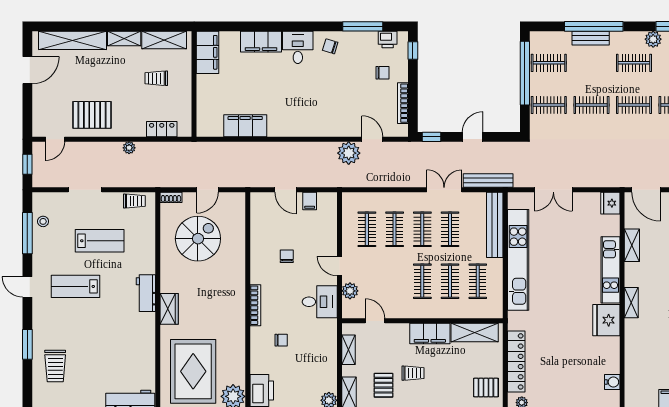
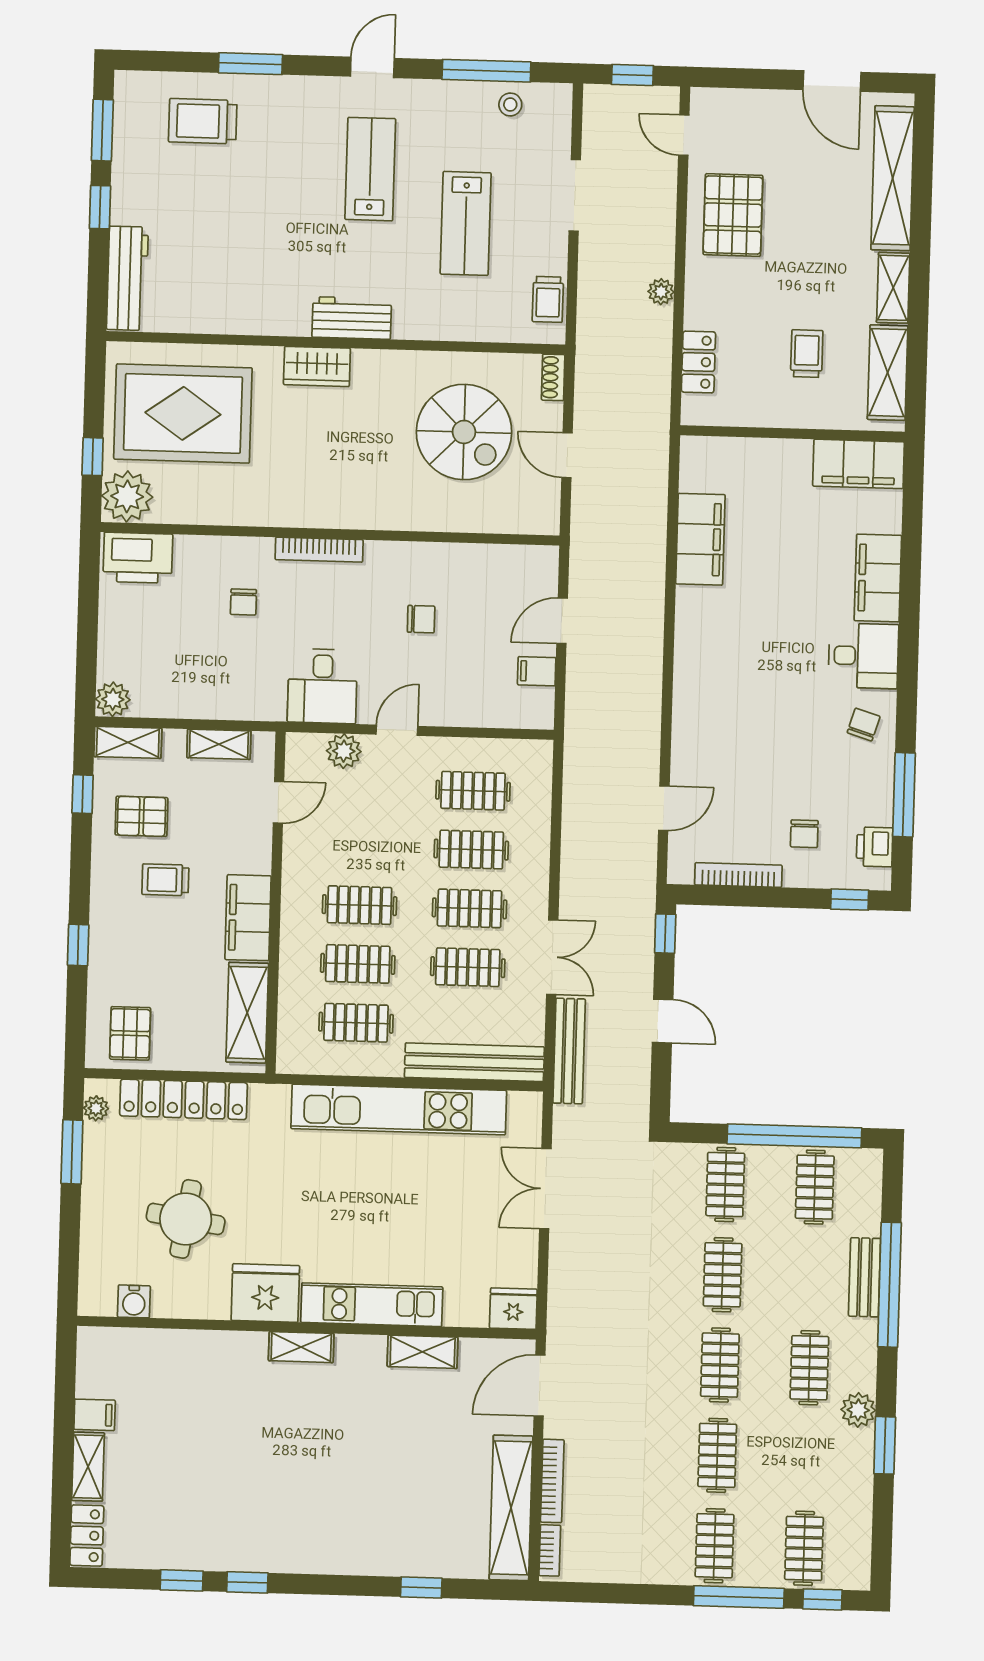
plant: (349, 153) -> (636, 757), removed
round table: (573, 359) -> (186, 1219), added
trolley: (413, 373) -> (165, 880), turned 90

